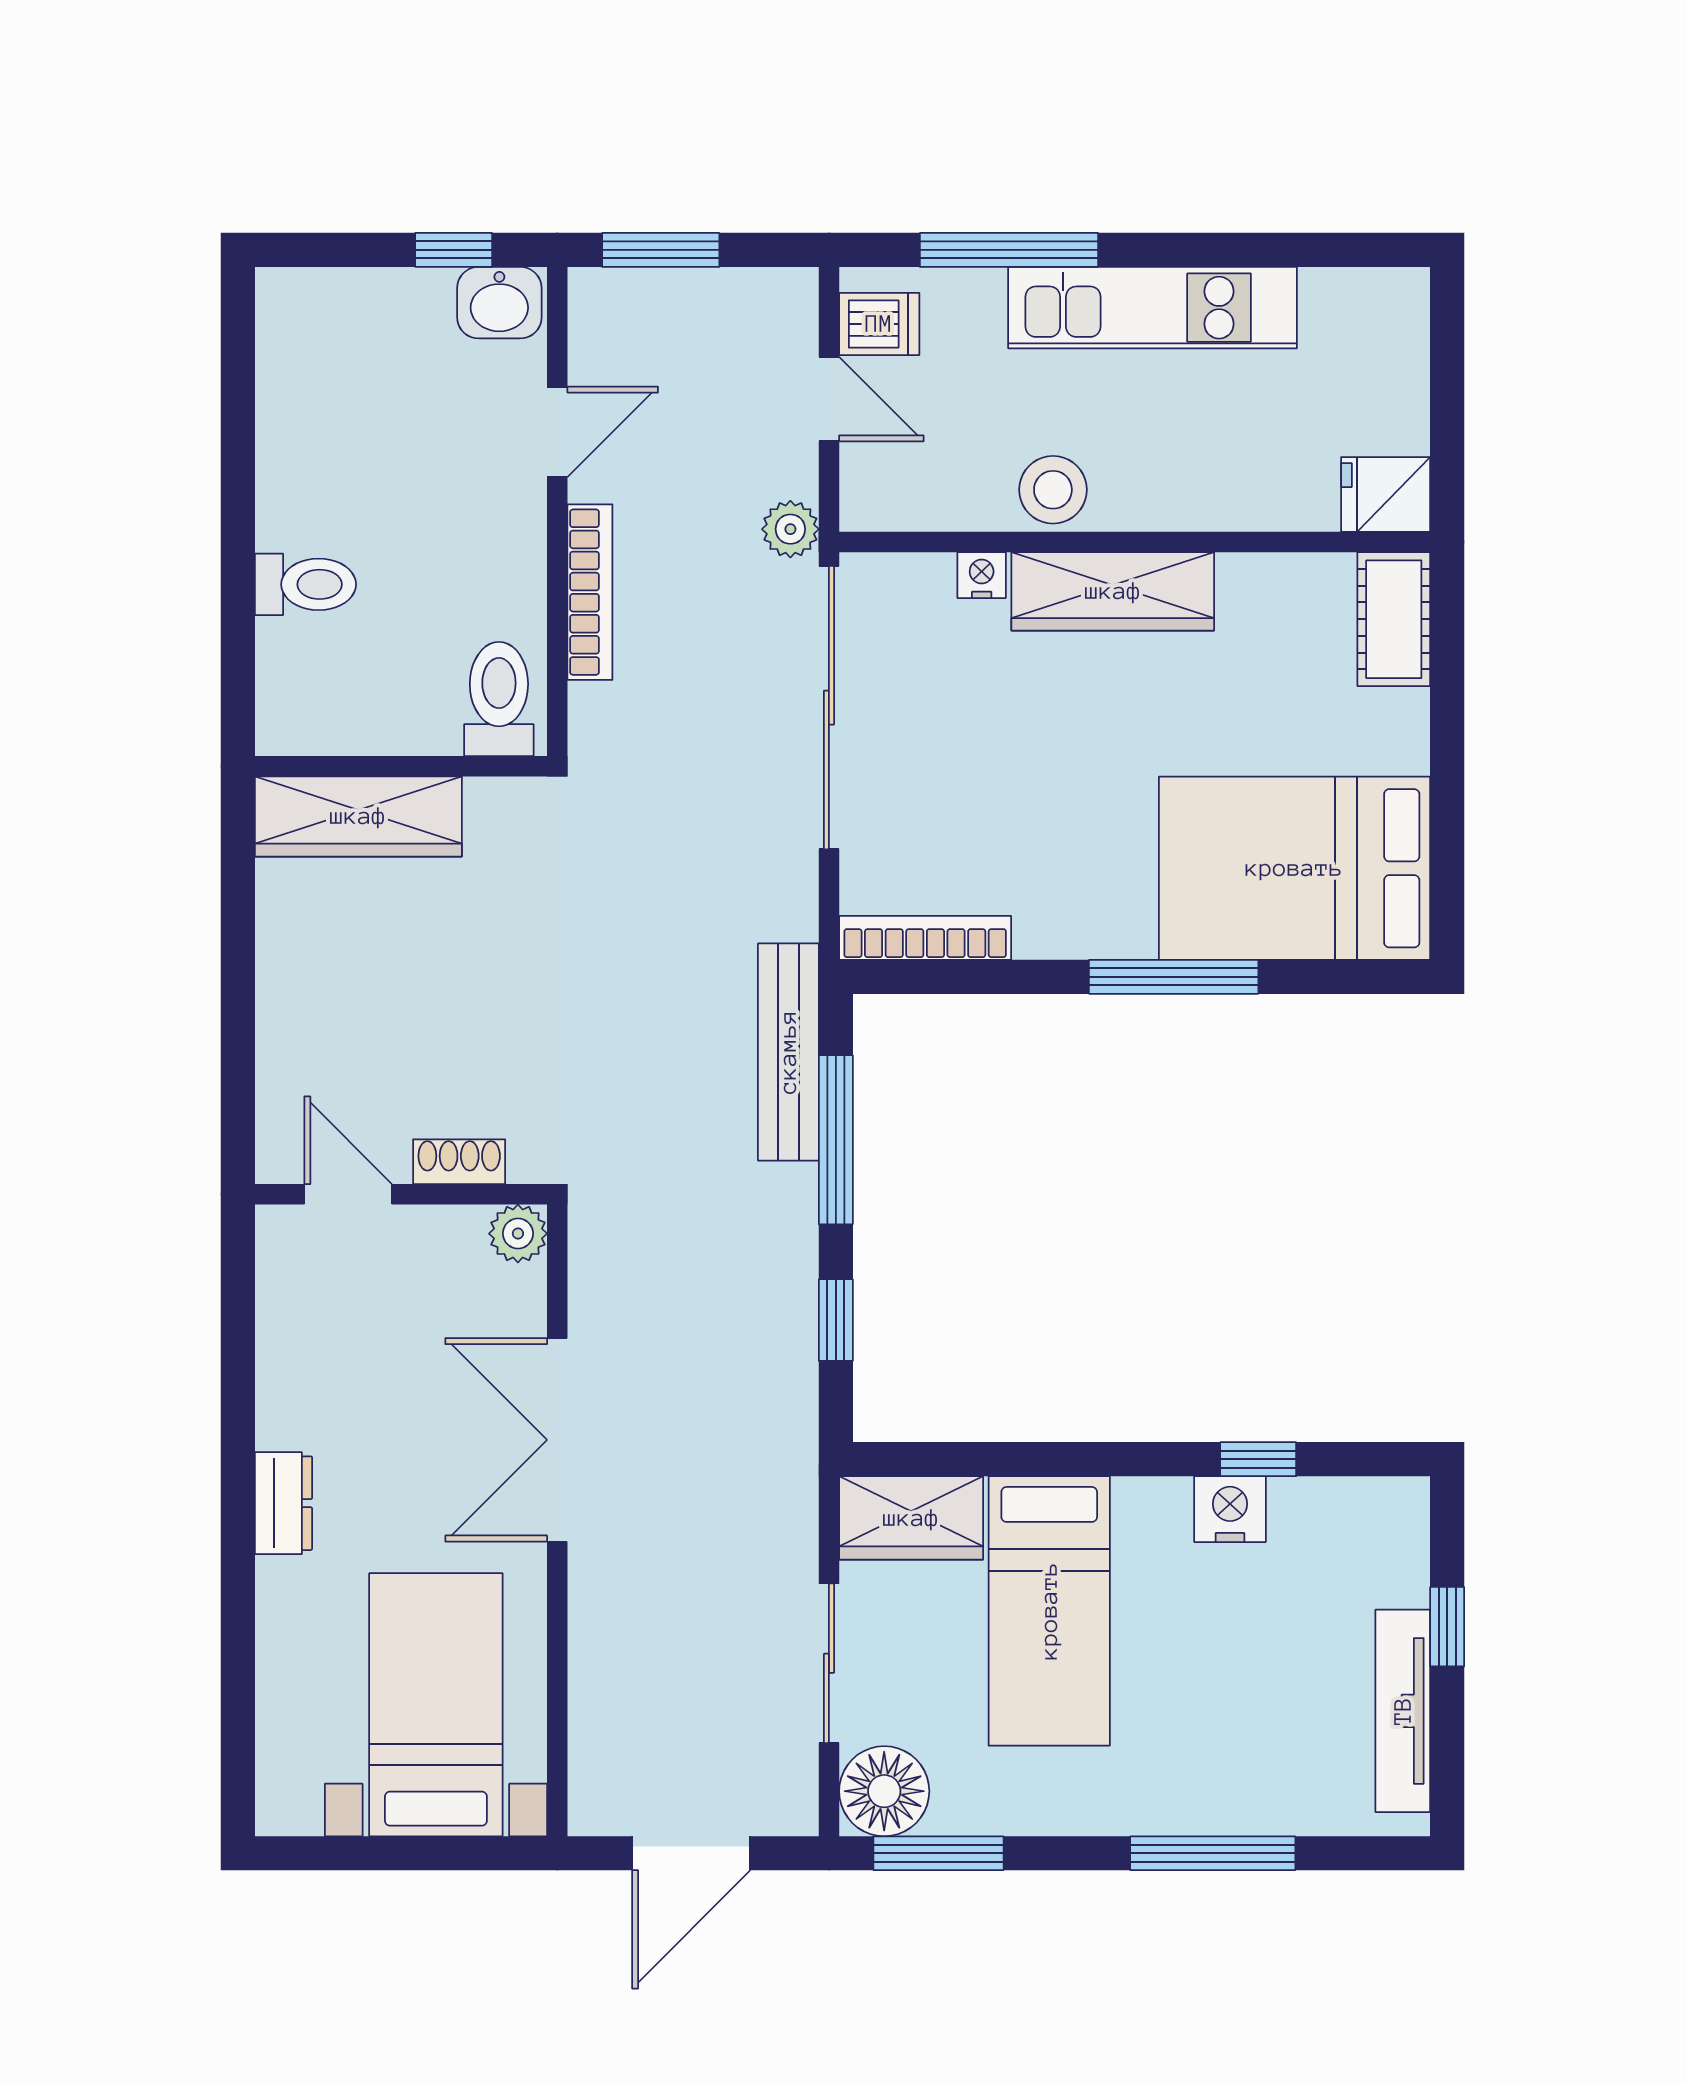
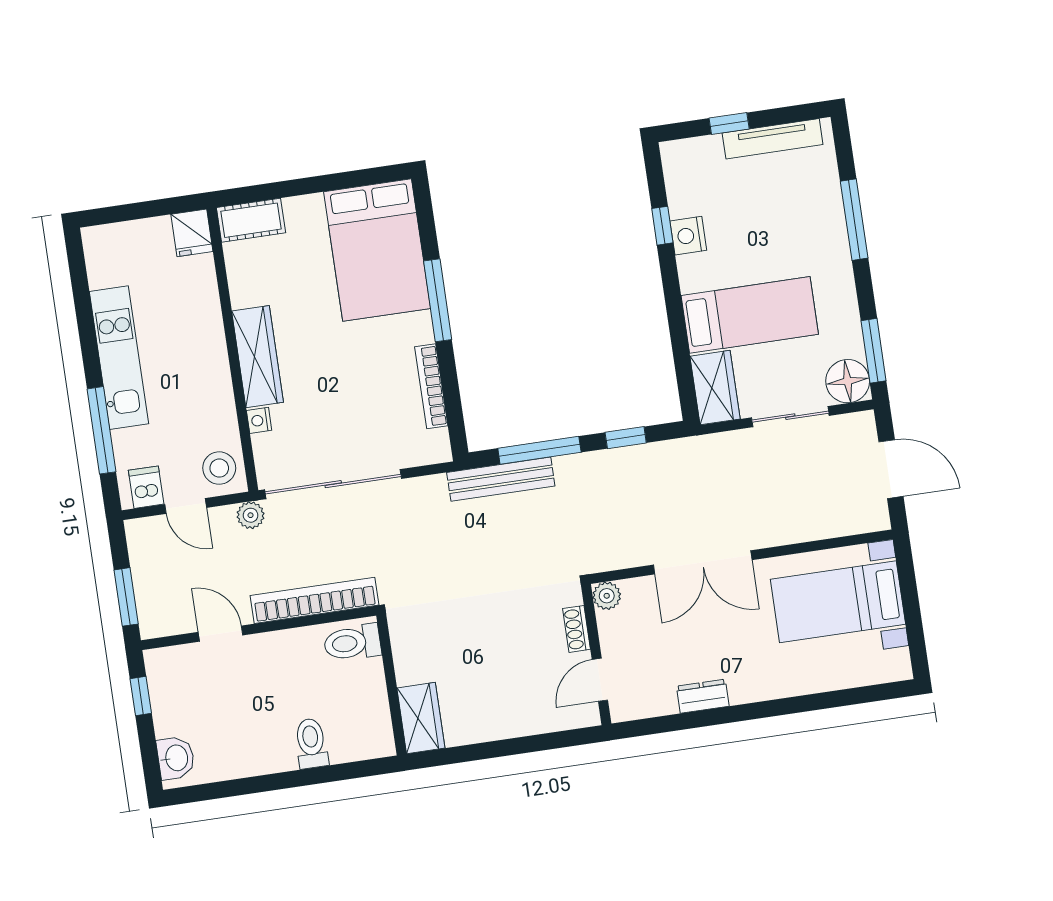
washbasin: (499, 303) -> (176, 758), moved
door: (829, 399) -> (186, 506), swing flipped
stool: (1053, 490) -> (219, 468), moved
bookcase: (590, 592) -> (314, 600), width x1.48, depth x1.31
wardrobe: (358, 816) -> (421, 718), width x0.67
bookcase: (925, 938) -> (431, 386), moved
dresser: (284, 1503) -> (703, 696), moved

